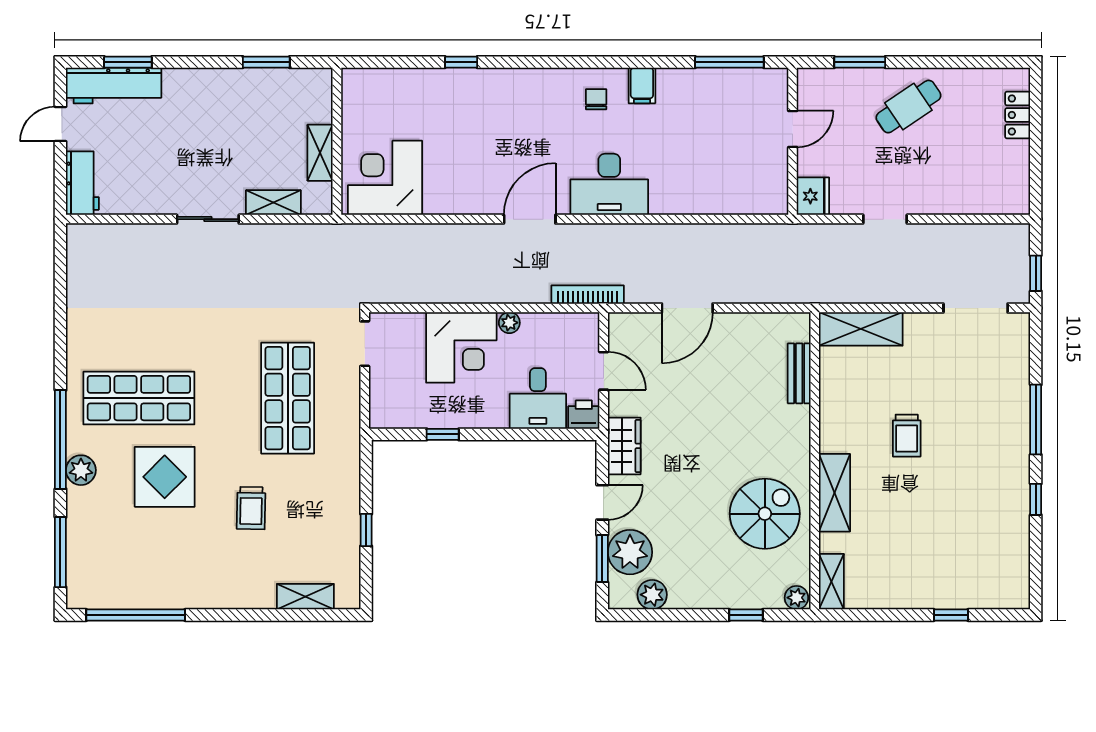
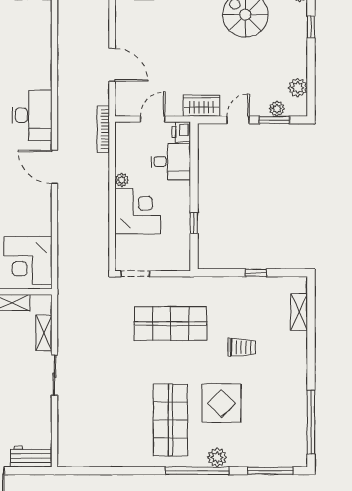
door: (602, 502) -> (238, 120), hinge flipped
plant: (630, 552) -> (277, 109), width x0.53, depth x0.53

